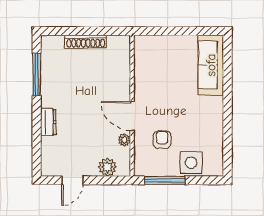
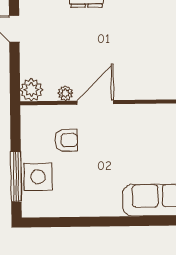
plant: (107, 167) -> (31, 90), moved
window: (165, 180) -> (16, 176), moved

